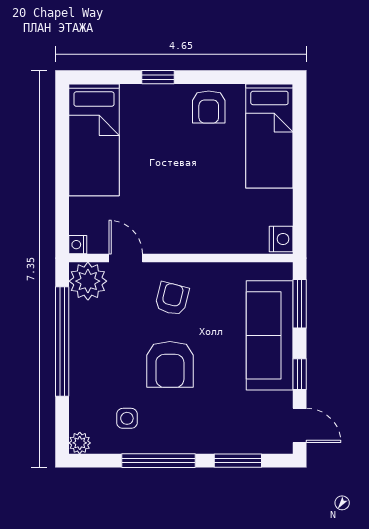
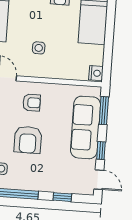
side table: (177, 202) -> (39, 48), added
armchair: (172, 299) -> (32, 103), turned 76
window: (238, 461) -> (62, 197), width x0.67

